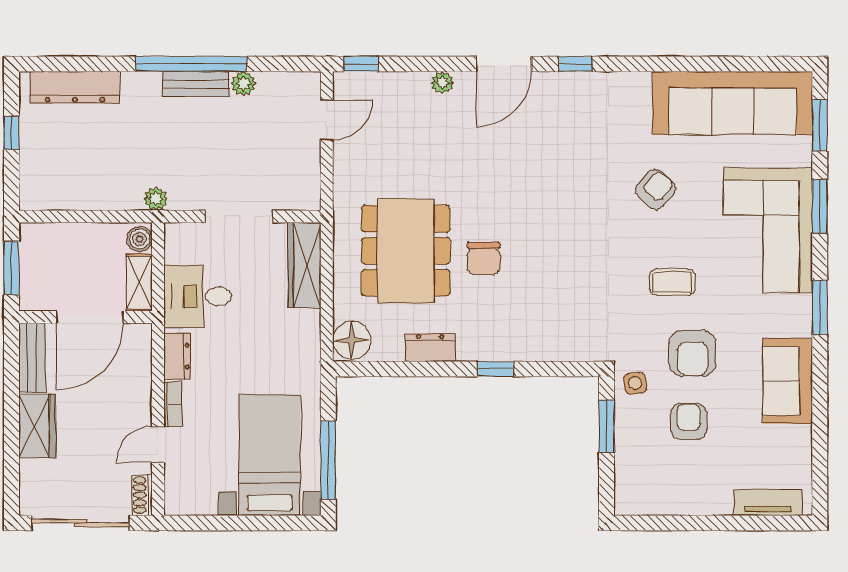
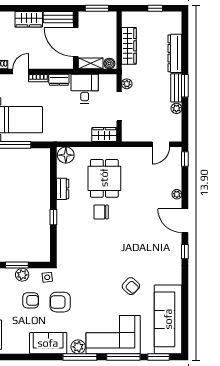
window: (191, 64) -> (185, 86), width x0.47
dresser: (75, 87) -> (175, 53), moved
door: (327, 120) -> (161, 144), hinge flipped
wardrobe: (99, 194) -> (129, 46), added
plant: (156, 199) -> (127, 84), moved
window: (820, 207) -> (123, 357), width x1.44
dining table: (406, 251) -> (104, 178), width x0.73
wardrobe: (304, 265) -> (104, 135), width x0.67
coffee table: (672, 282) -> (91, 293), removed
window: (820, 308) -> (80, 357), width x1.44
plant: (796, 312) -> (78, 347), added
window: (607, 426) -> (17, 265), moved
plant: (629, 441) -> (22, 275), added
door: (158, 445) -> (21, 71), hinge flipped

